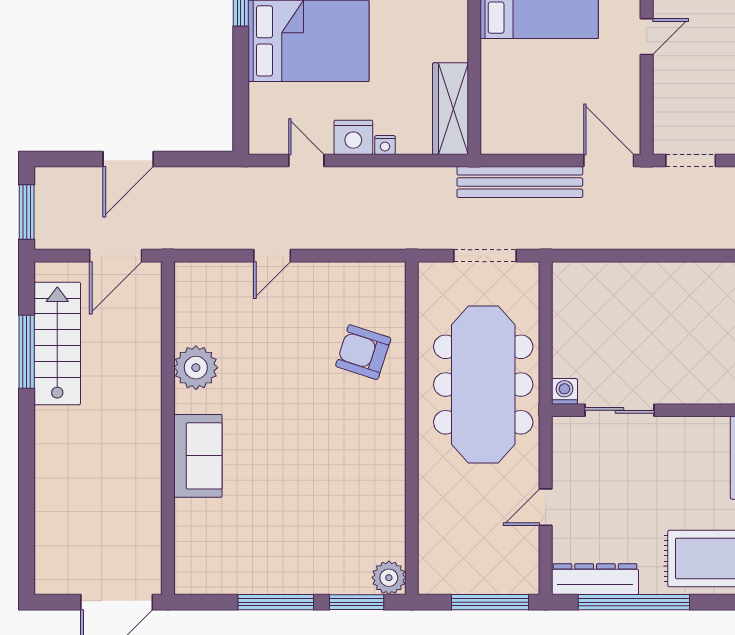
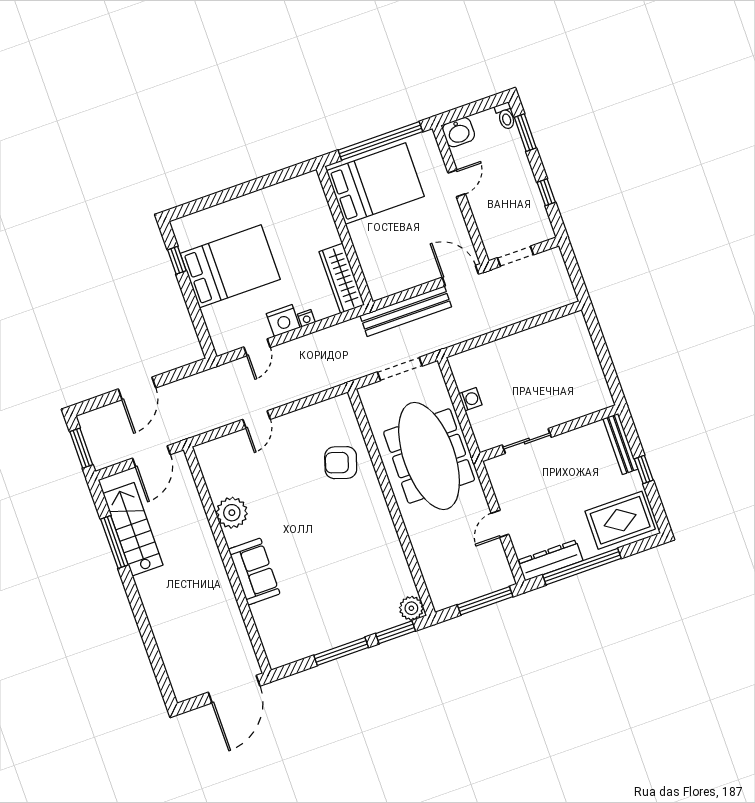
door: (306, 160) -> (257, 347), swing flipped
washing machine: (564, 391) -> (470, 399), moved, turned 90

